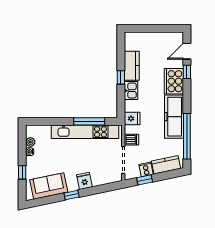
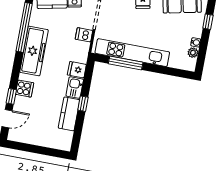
cooker: (174, 81) -> (25, 89), width x0.53, depth x0.76
fridge: (132, 118) -> (77, 70), moved

